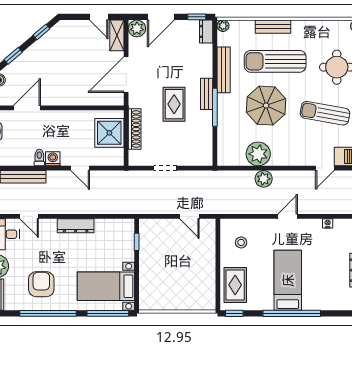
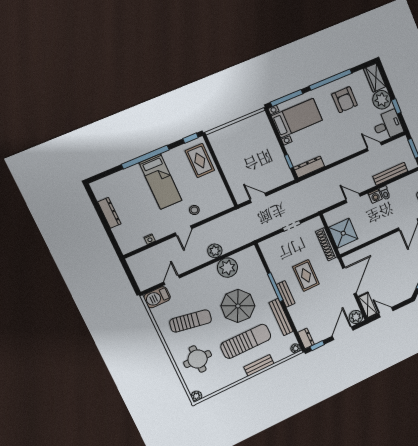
dresser: (76, 226) -> (309, 167), moved
stool: (241, 242) -> (194, 210), moved

